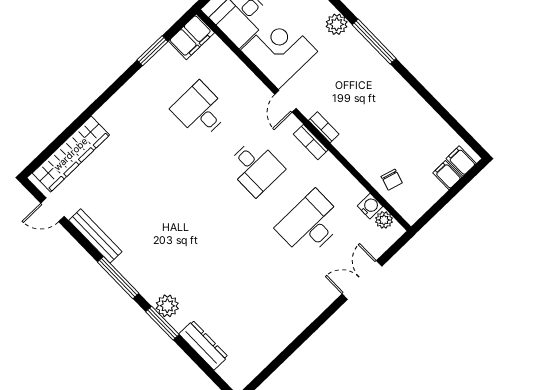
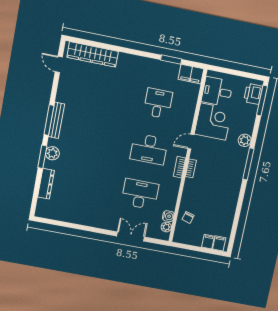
desk: (255, 167) -> (149, 149), width x1.37
bench: (95, 236) -> (56, 120), moved

